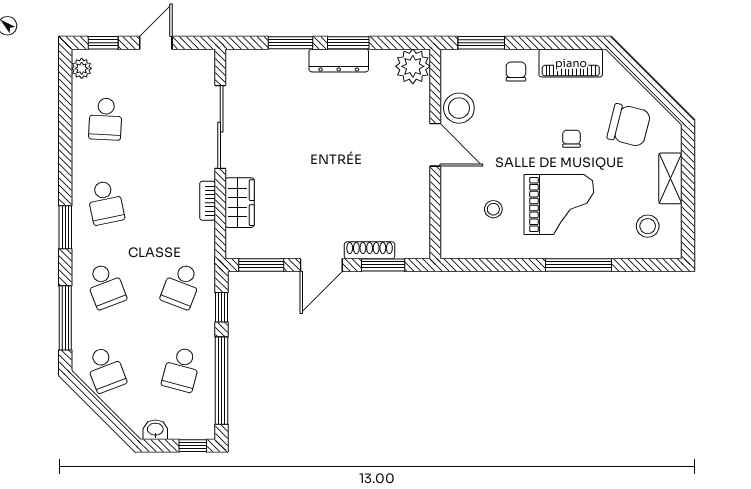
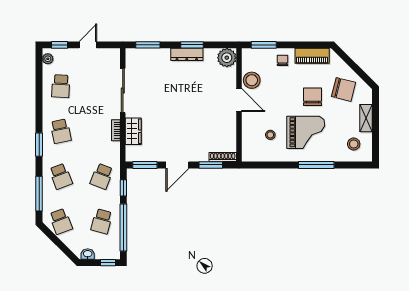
window: (291, 43) -> (148, 45), moved
chair: (571, 139) -> (313, 97), width x1.87, depth x1.87
shoe rack: (370, 250) -> (223, 157), moved

